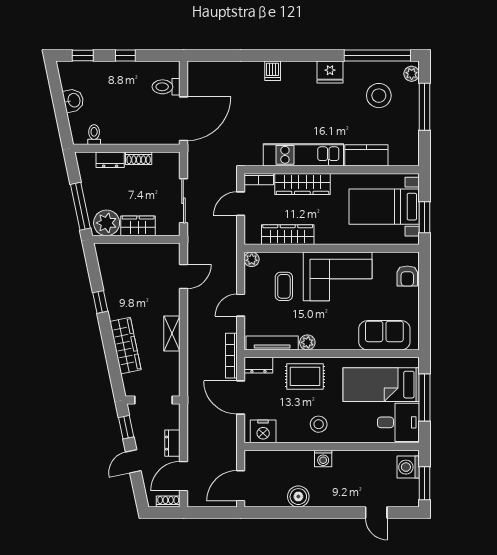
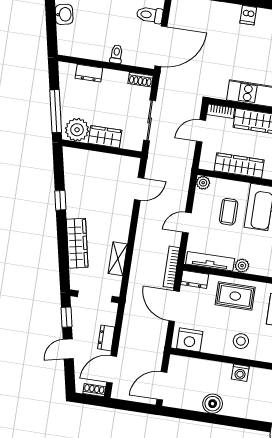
toilet: (94, 135) -> (116, 54), moved
shoe rack: (139, 158) -> (140, 80), moved
shelving: (172, 334) -> (118, 259), moved

